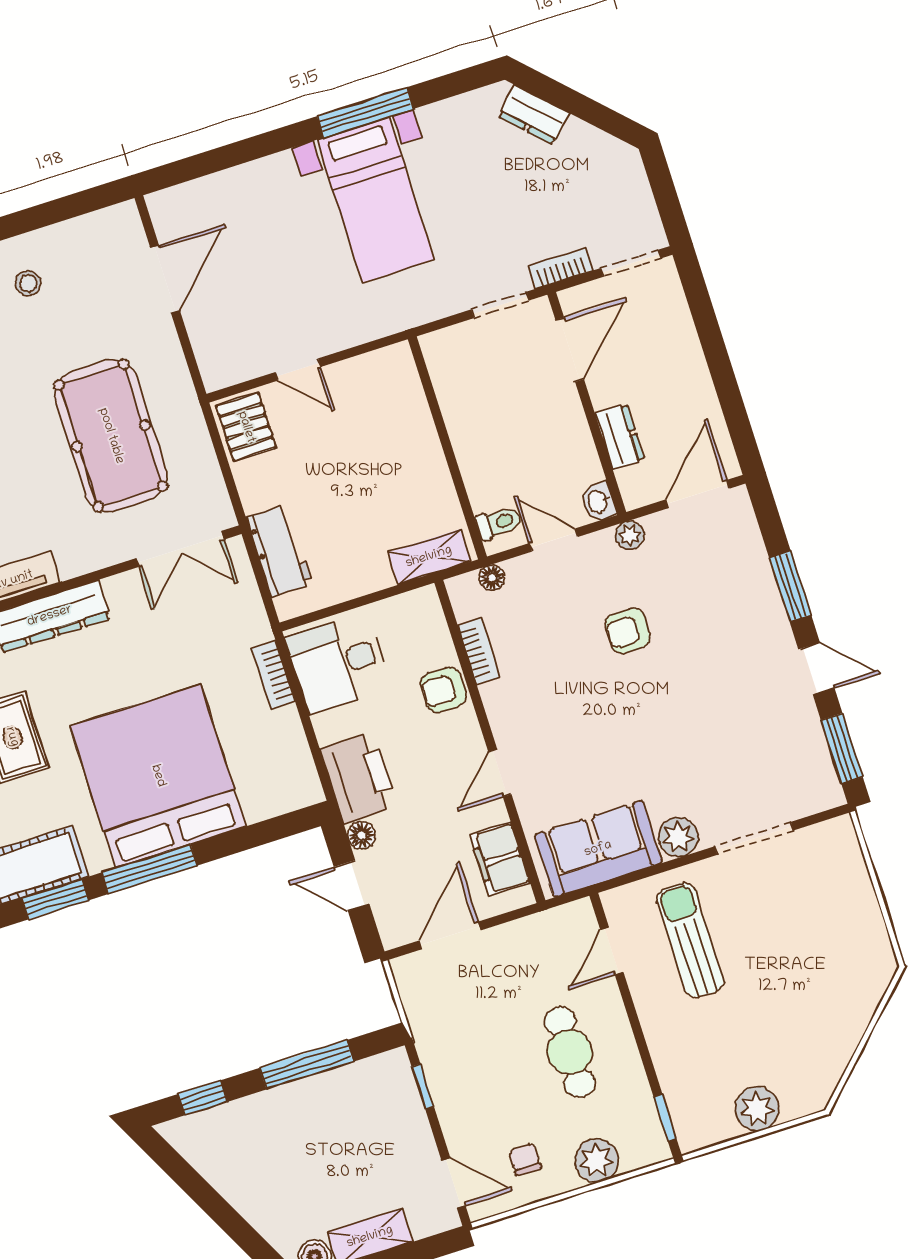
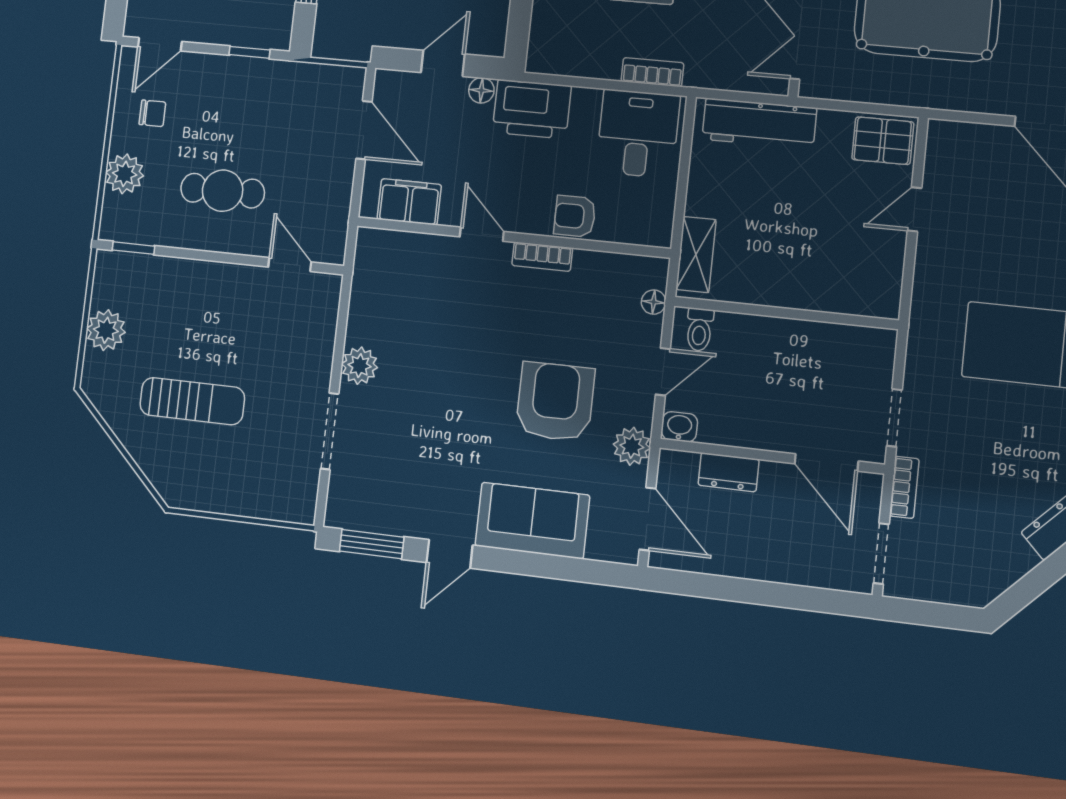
plant: (630, 535) -> (632, 446), width x1.38, depth x1.38
workbench: (279, 551) -> (759, 124), width x1.38
window: (790, 586) -> (531, 564), removed
armchair: (628, 631) -> (555, 402), width x1.88, depth x1.88
bookcase: (479, 651) -> (542, 257), moved
armchair: (443, 690) -> (575, 216), turned -90
sofa: (598, 849) -> (532, 521), moved, turned -90
sun lounger: (690, 940) -> (192, 401), moved

